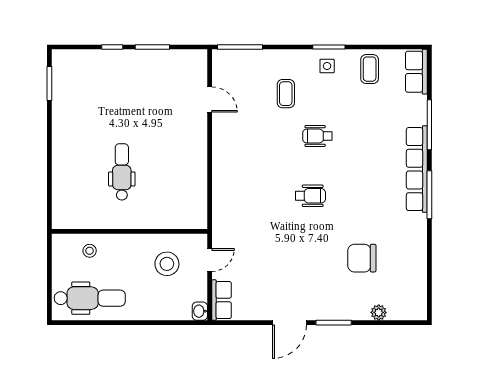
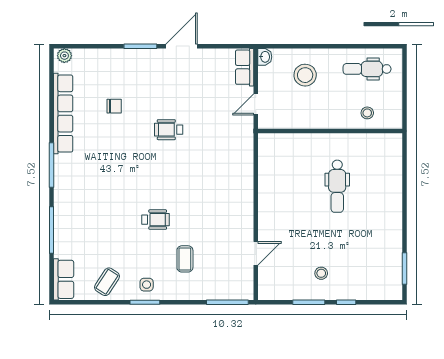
coffee table: (370, 69) -> (107, 282), turned 33
stool: (139, 78) -> (321, 273), added
door: (210, 100) -> (256, 253), swing flipped
row of seats: (417, 169) -> (63, 114), moved
wheelchair: (310, 196) -> (169, 130), moved
chair: (362, 258) -> (114, 106), width x0.54, depth x0.54
stool: (167, 264) -> (305, 75), moved
dental chair: (90, 298) -> (367, 69), width x0.73, depth x0.72
plant: (379, 312) -> (64, 56), moved

